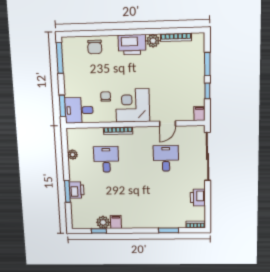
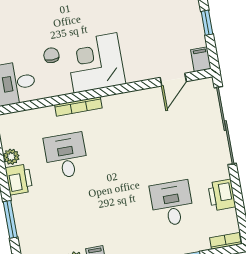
door: (167, 124) -> (173, 80), moved
desk: (166, 158) -> (172, 203), moved
printer: (77, 190) -> (19, 179), moved

